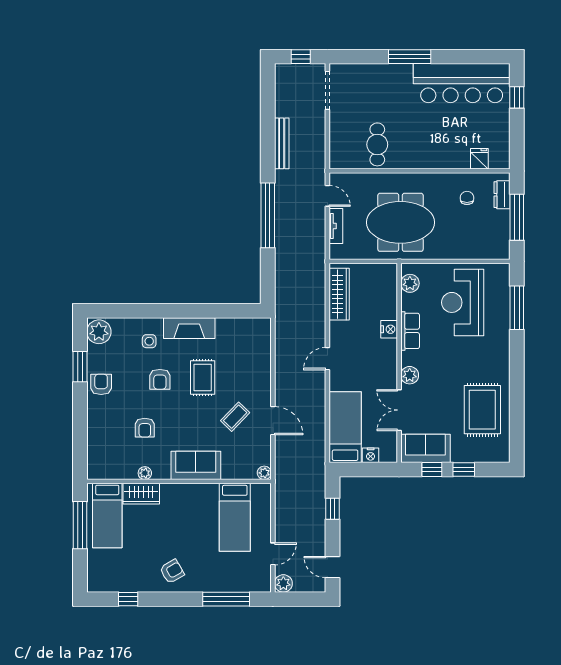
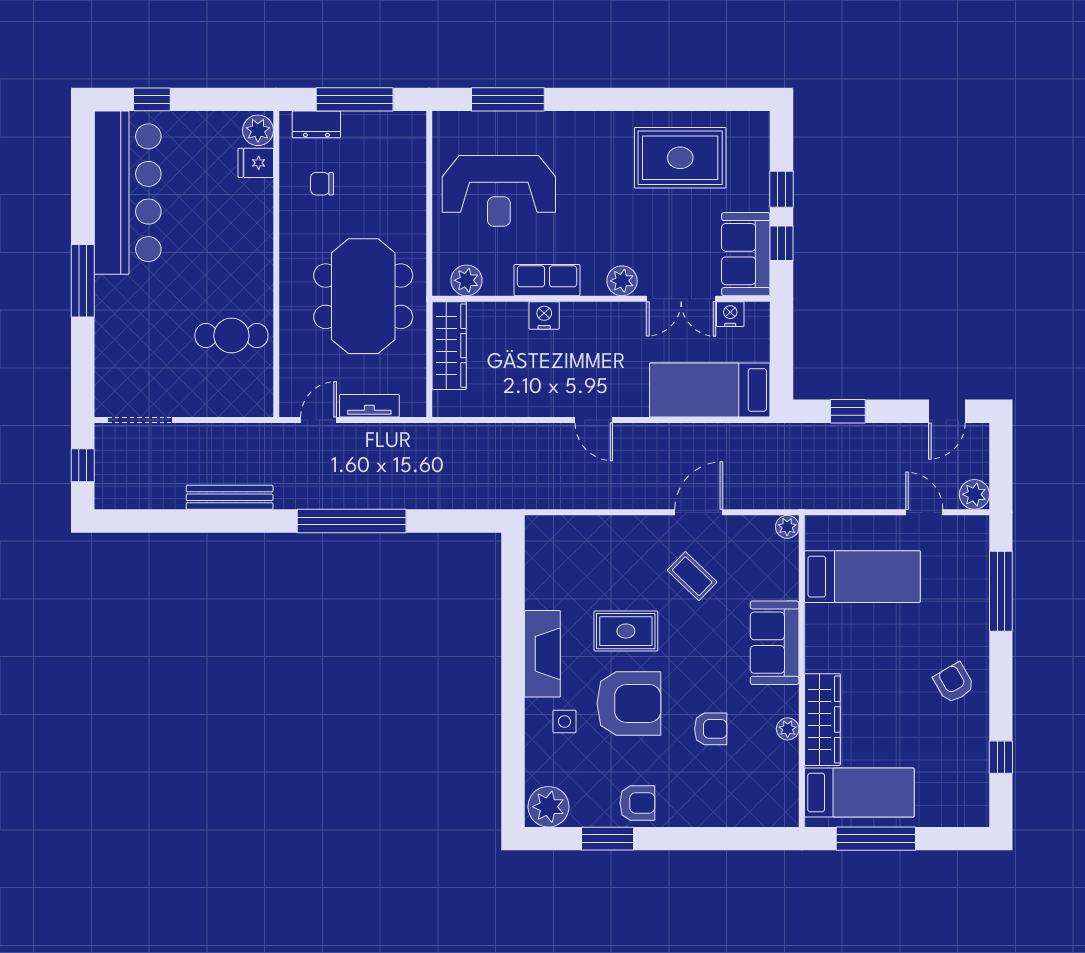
plant: (499, 160) -> (258, 130), added
wardrobe: (339, 294) -> (449, 346), moved, turned 90
armchair: (160, 379) -> (629, 703), width x1.88, depth x1.88
armchair: (101, 384) -> (637, 803), turned 180
nightstand: (371, 455) -> (730, 314), moved, turned -90
wardrobe: (141, 494) -> (822, 720), width x1.50

